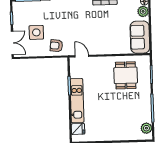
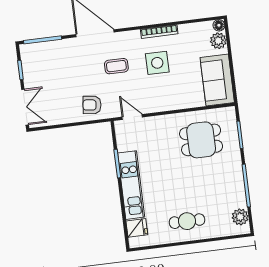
coffee table: (75, 22) -> (116, 66), added
side table: (36, 32) -> (157, 63), moved
dining table: (126, 75) -> (201, 140), turned 90
cafe table: (111, 128) -> (187, 221), added

